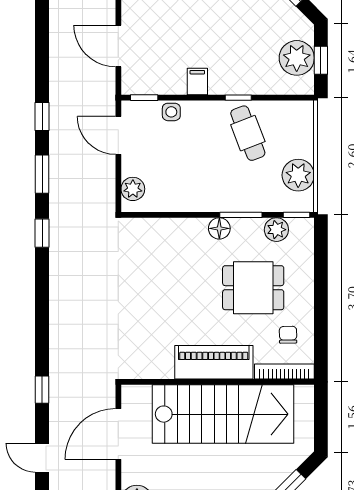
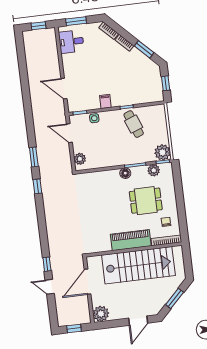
plant: (297, 58) -> (153, 84), removed
window: (42, 117) -> (30, 128), removed
plant: (298, 175) -> (163, 152), moved
door: (42, 458) -> (50, 287), moved

